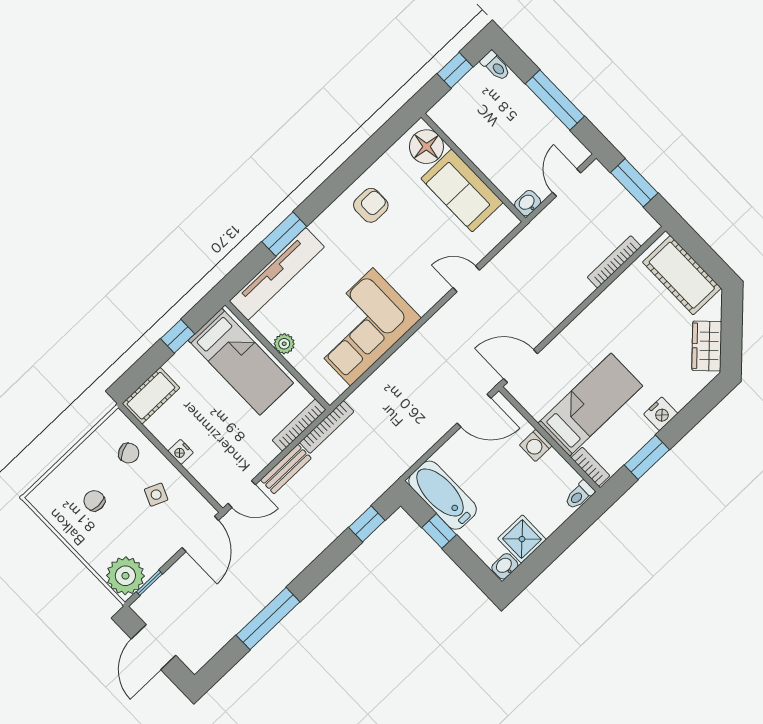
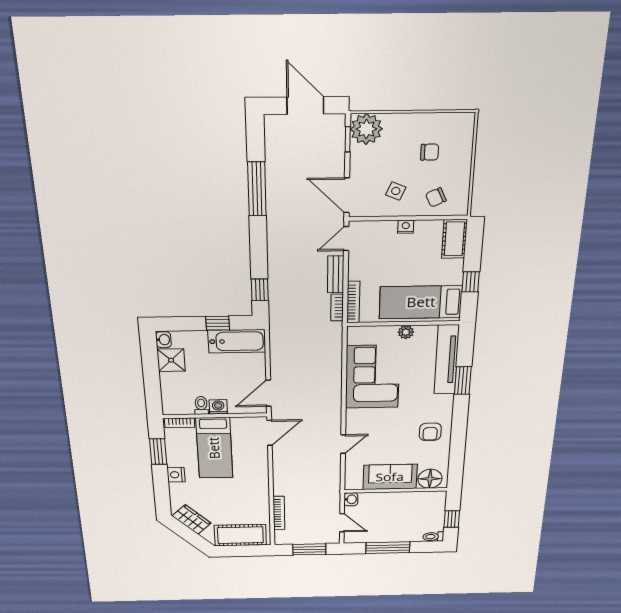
bookcase: (327, 427) -> (337, 308), width x0.64
toilet: (579, 495) -> (201, 405), moved

